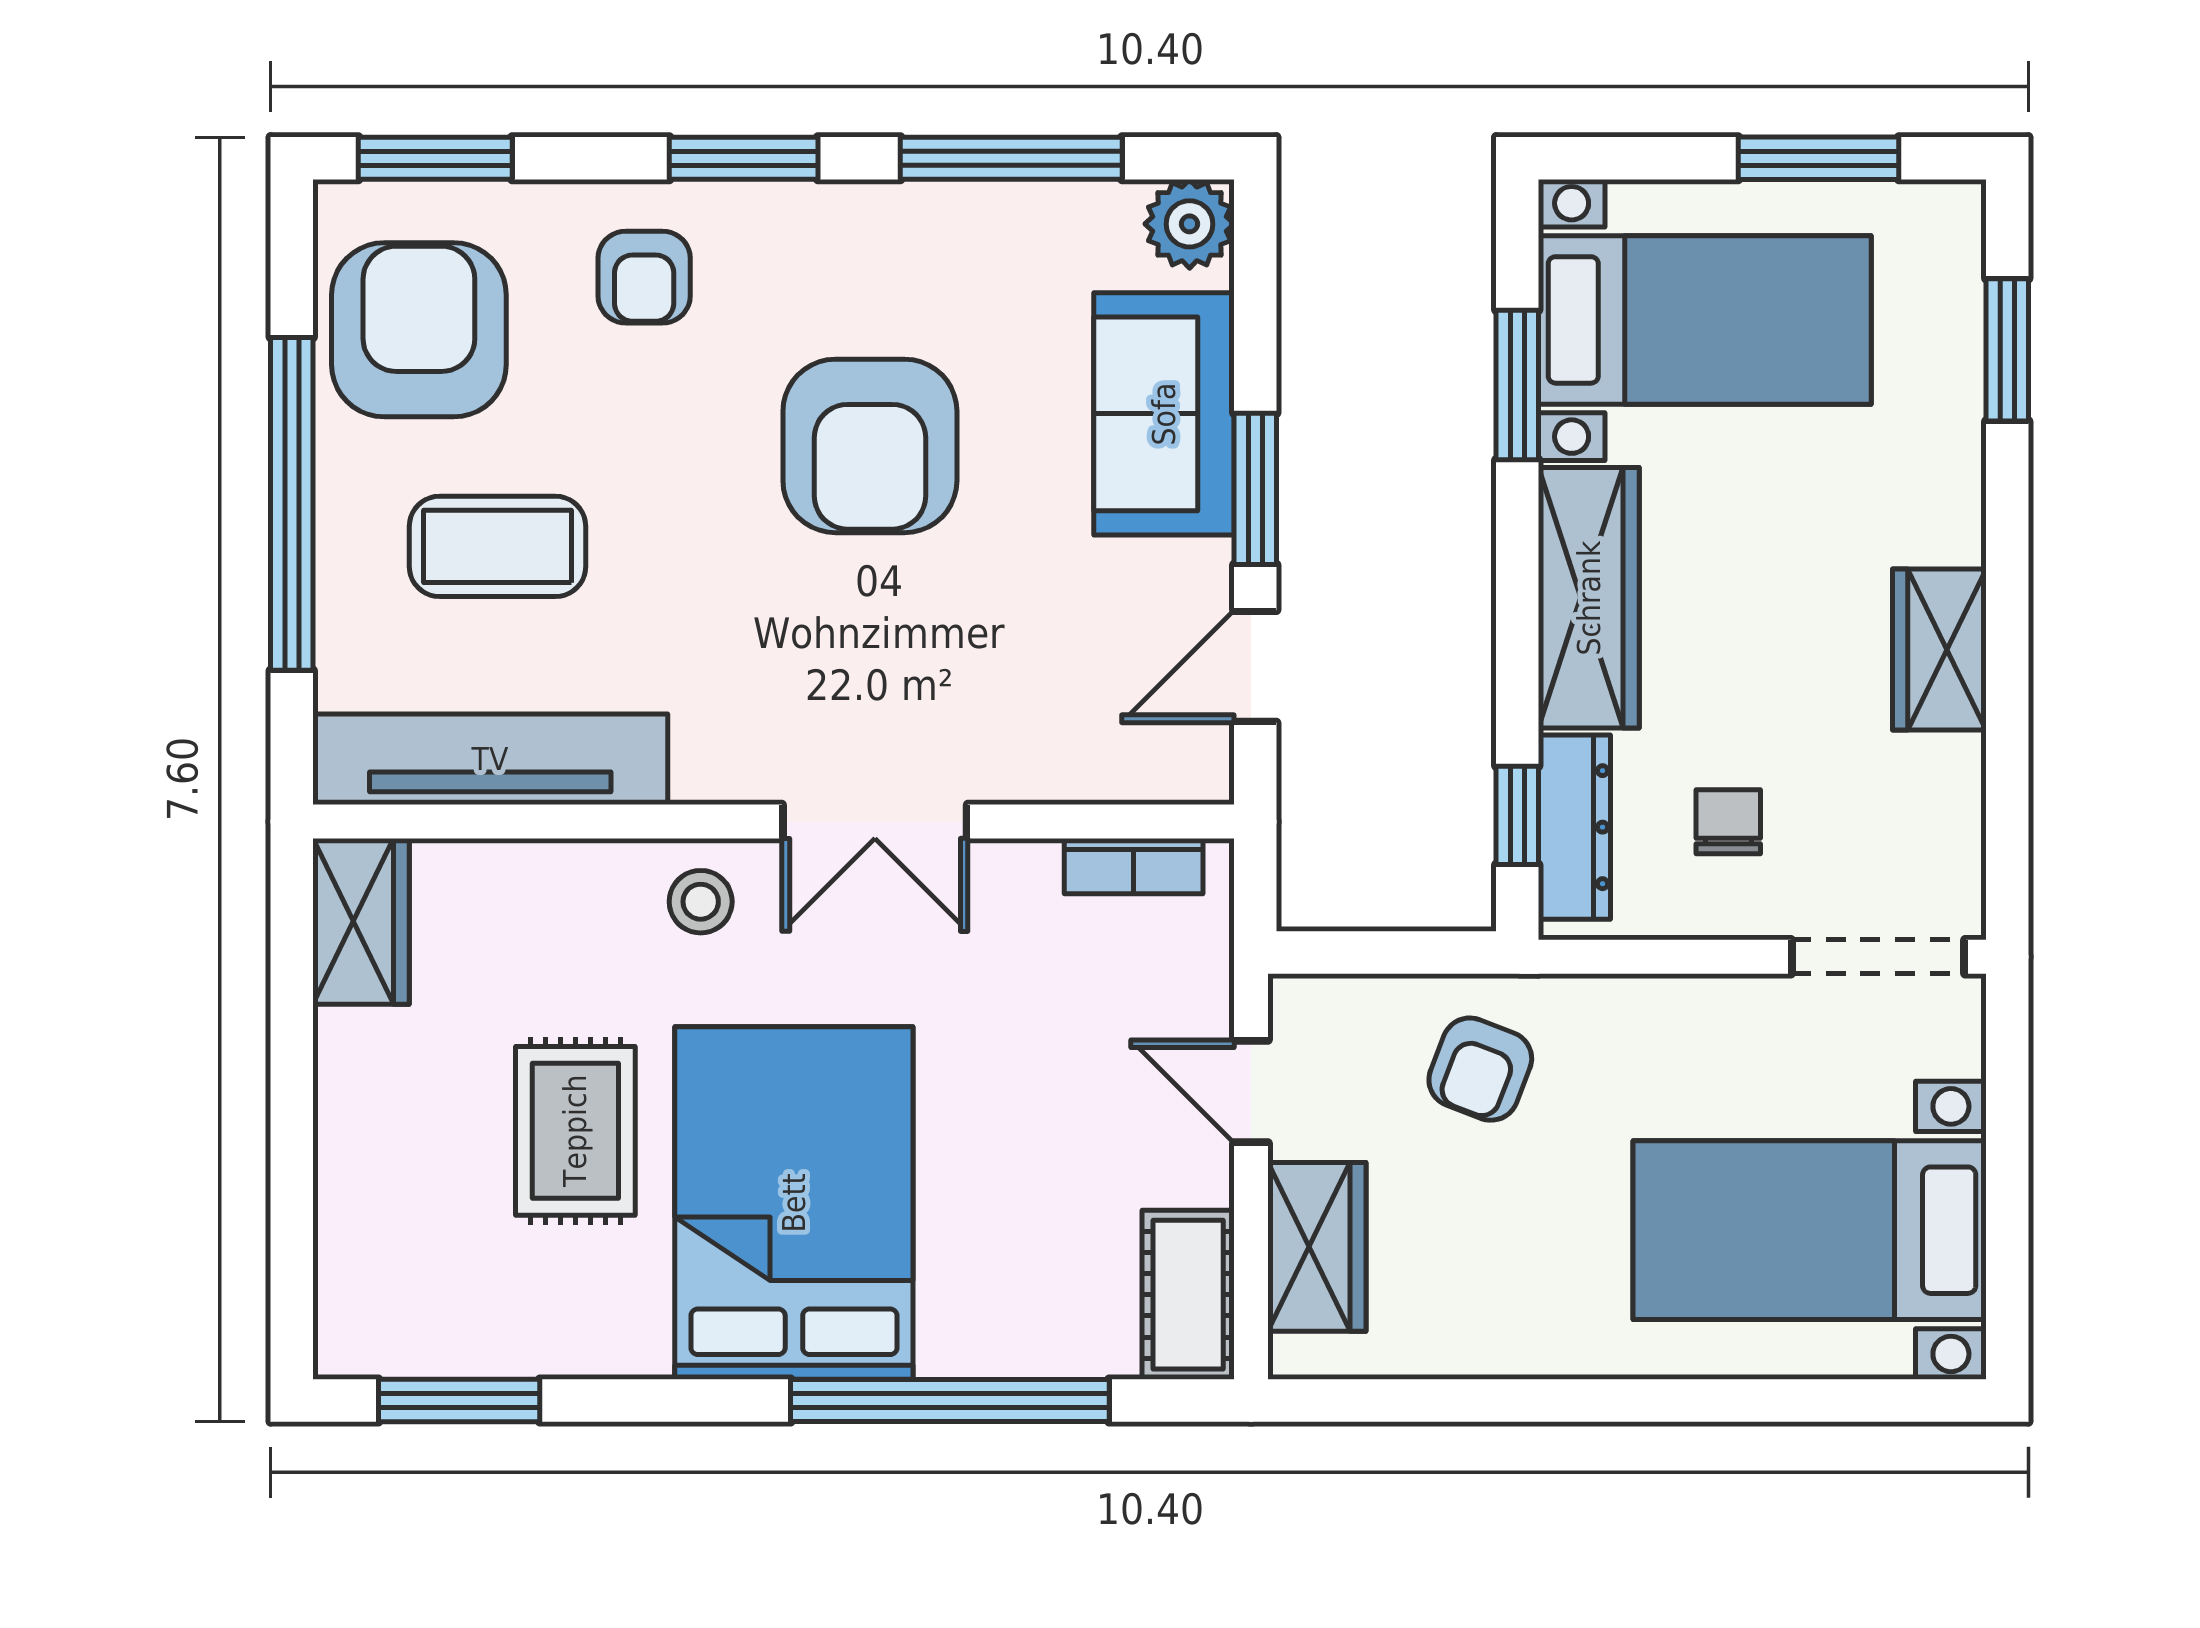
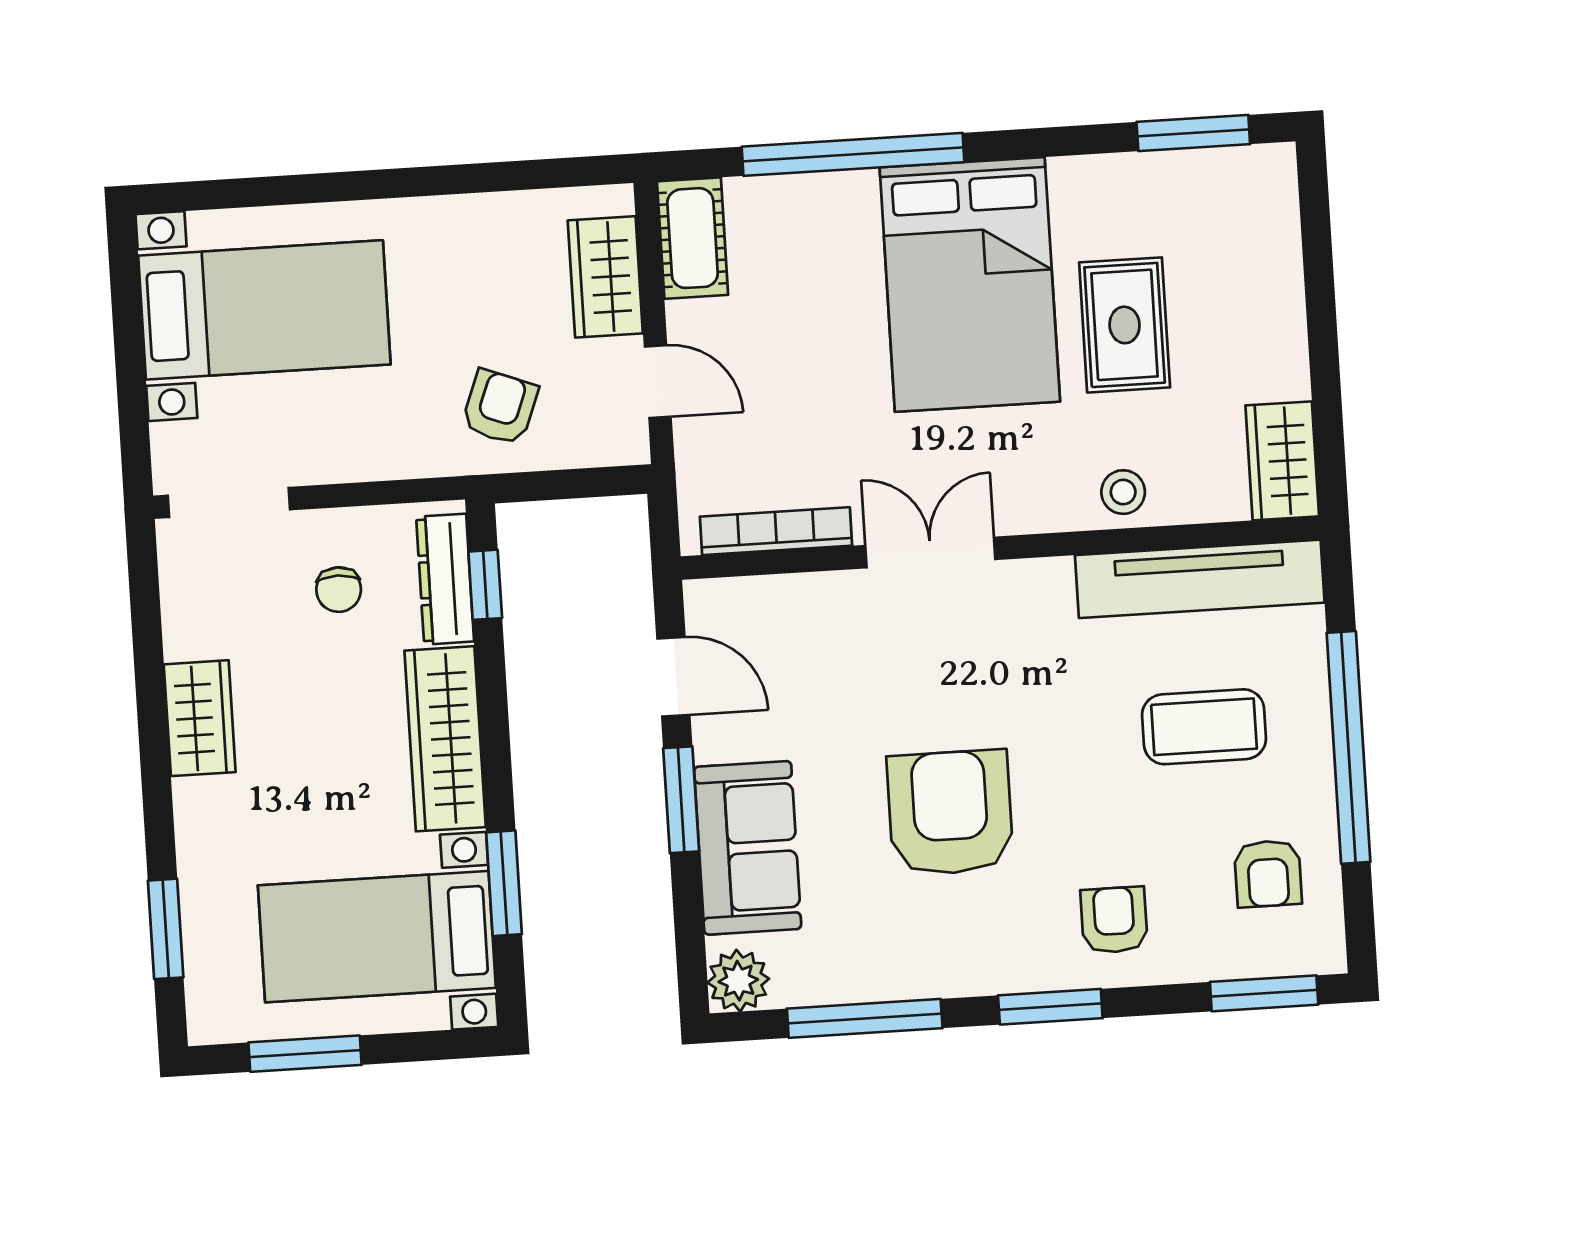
armchair: (419, 330) -> (1268, 874), width x0.53, depth x0.53
door: (1255, 666) -> (673, 677), hinge flipped
bookcase: (1134, 866) -> (776, 531), width x1.56
stool: (701, 902) -> (1123, 492), moved

